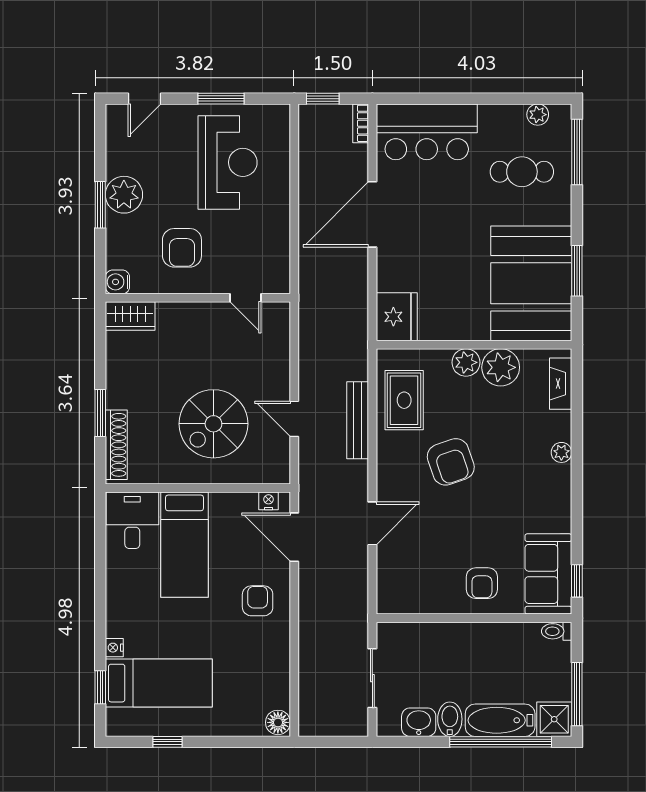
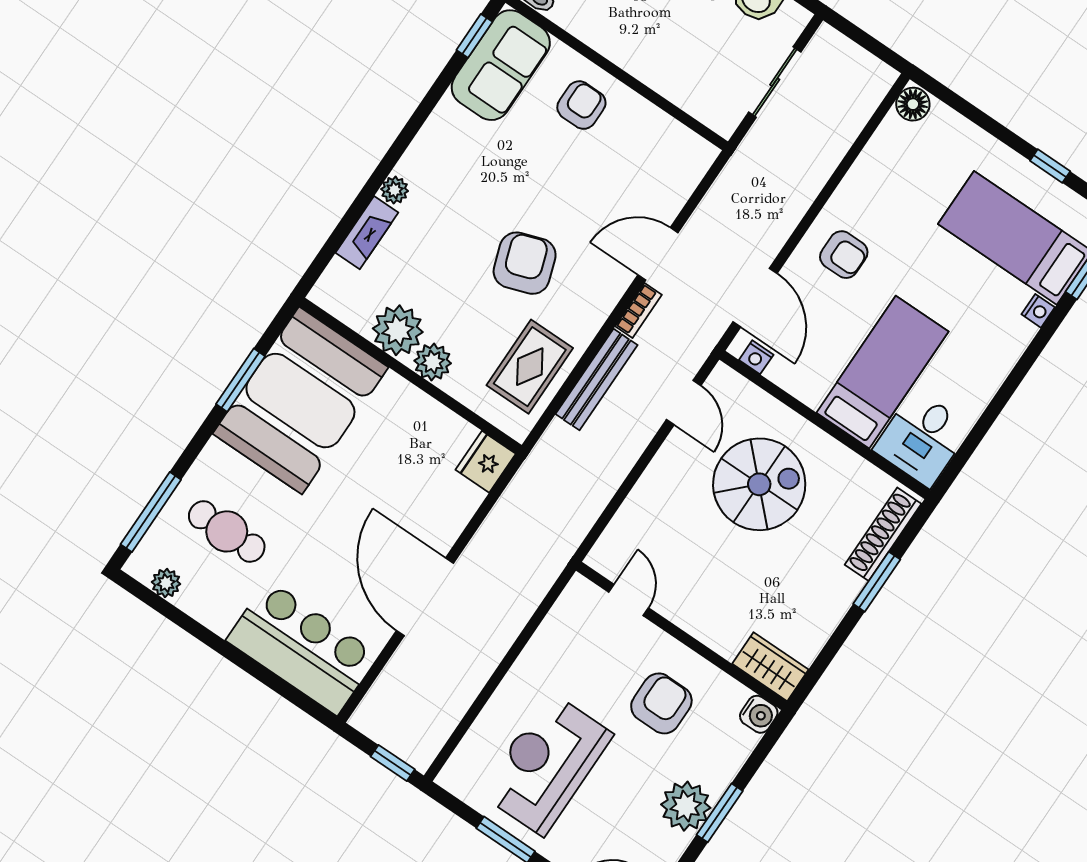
bookcase: (361, 123) -> (639, 310), moved
door: (372, 214) -> (425, 597), swing flipped
fridge: (397, 317) -> (486, 462), width x0.73, depth x0.75
fireplace: (561, 384) -> (367, 233), moved
door: (294, 419) -> (684, 403), moved
armchair: (258, 601) -> (844, 255), turned -90

